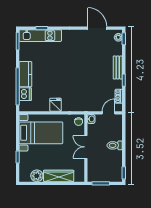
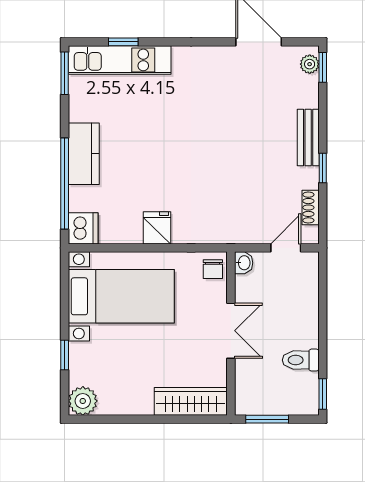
dishwasher: (25, 94) -> (83, 228), moved
toilet: (115, 145) -> (301, 360), moved
double door: (86, 147) -> (231, 331), swing flipped
plant: (37, 176) -> (83, 401), moved
wardrobe: (59, 176) -> (191, 401), moved

